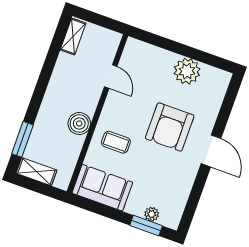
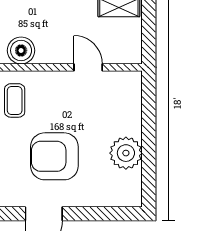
door: (111, 77) -> (88, 67), swing flipped

